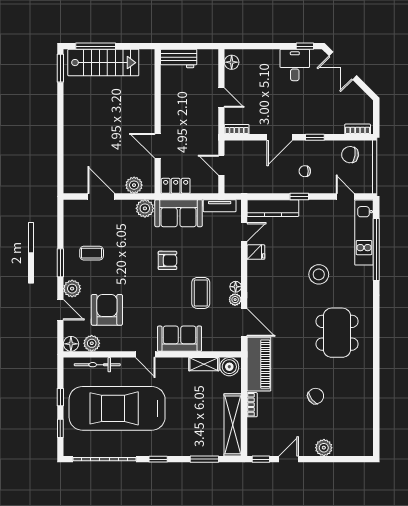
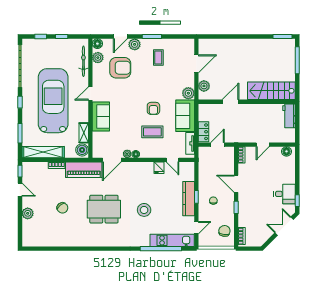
stairs: (103, 63) -> (271, 91), moved, turned 90
locker: (176, 186) -> (203, 132), moved
kitchen counter: (273, 208) -> (189, 199), moved
coffee table: (201, 293) -> (152, 132), moved
dining table: (337, 333) -> (104, 209), moved
car: (117, 408) -> (53, 101), moved

